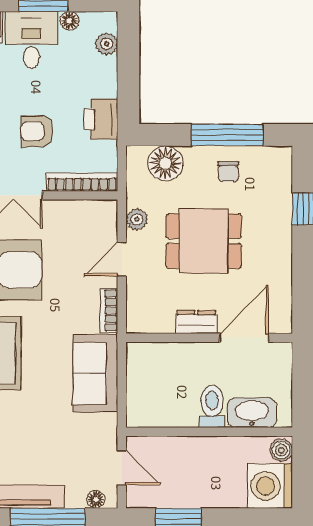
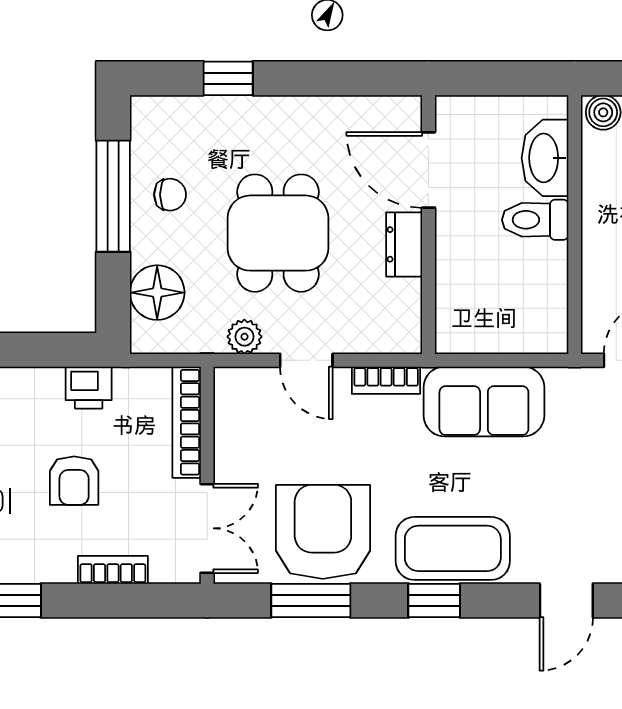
printer: (101, 119) -> (89, 388), width x0.73, depth x0.81
armchair: (37, 131) -> (74, 481), moved

